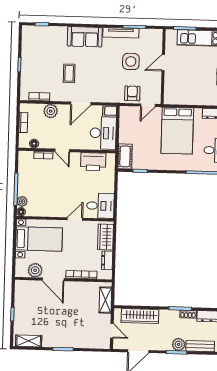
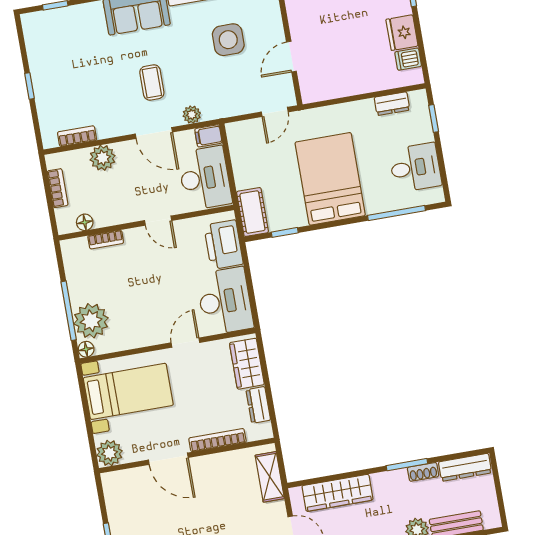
door: (163, 63) -> (291, 57), moved
coffee table: (69, 73) -> (152, 82), moved
armchair: (132, 93) -> (243, 96), removed
plant: (103, 98) -> (192, 115), added
door: (81, 103) -> (154, 133), hinge flipped
bed: (177, 131) -> (330, 179), moved, turned 180
door: (62, 150) -> (158, 221), moved
printer: (93, 162) -> (224, 245), moved, turned 90
plant: (22, 201) -> (91, 321), width x1.87, depth x1.87
desk: (100, 206) -> (225, 301), width x1.37
plant: (35, 270) -> (109, 453), moved

